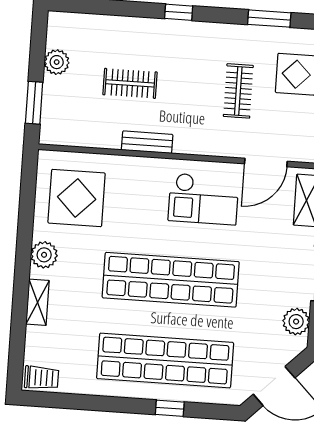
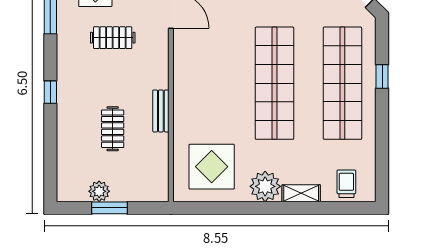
window: (34, 103) -> (109, 208), moved
checkout: (204, 199) -> (205, 60), removed
plant: (44, 255) -> (265, 186), width x1.36, depth x1.36
trolley: (42, 378) -> (346, 184), moved

